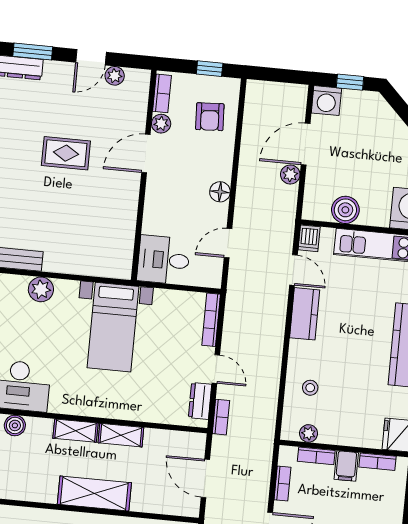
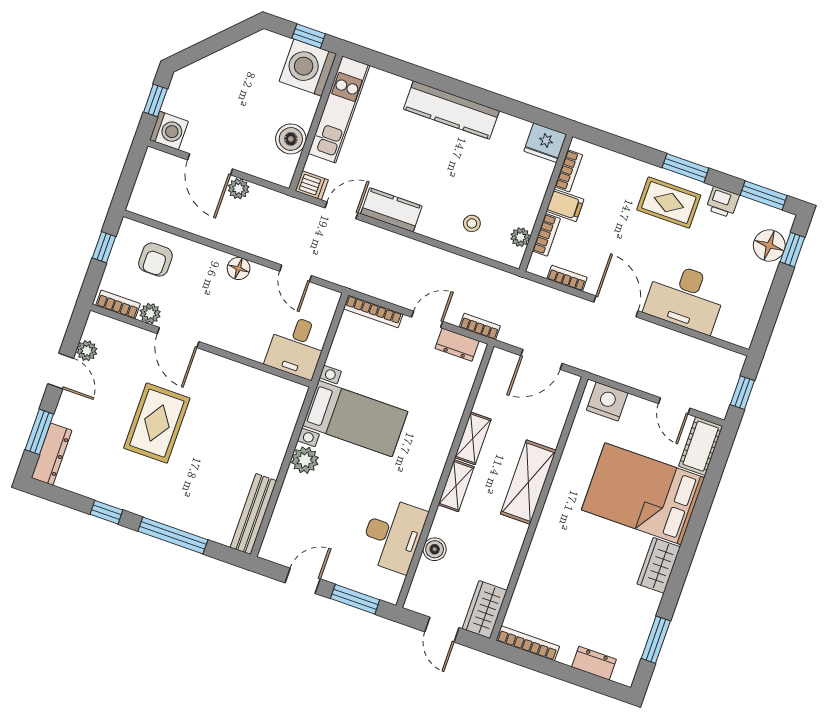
armchair: (210, 117) -> (155, 260), turned 93
rug: (66, 153) -> (157, 423), width x1.36, depth x1.43
plant: (41, 289) -> (305, 460), moved

